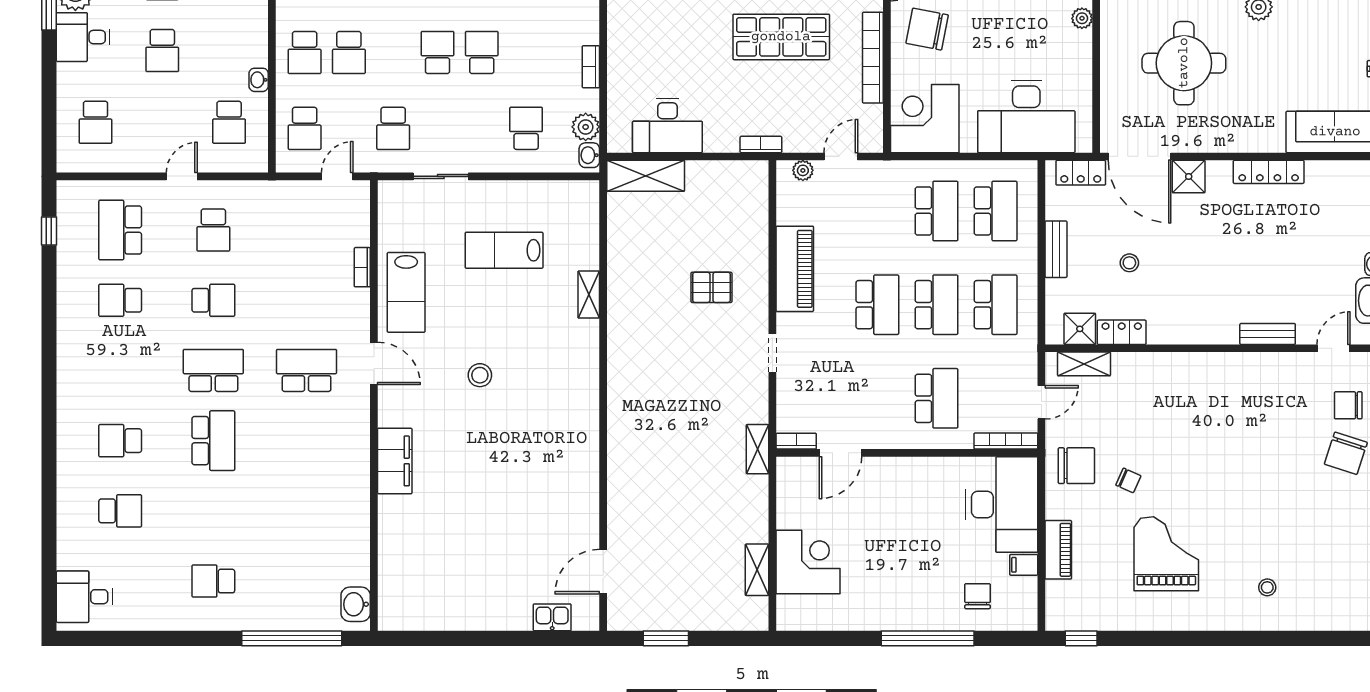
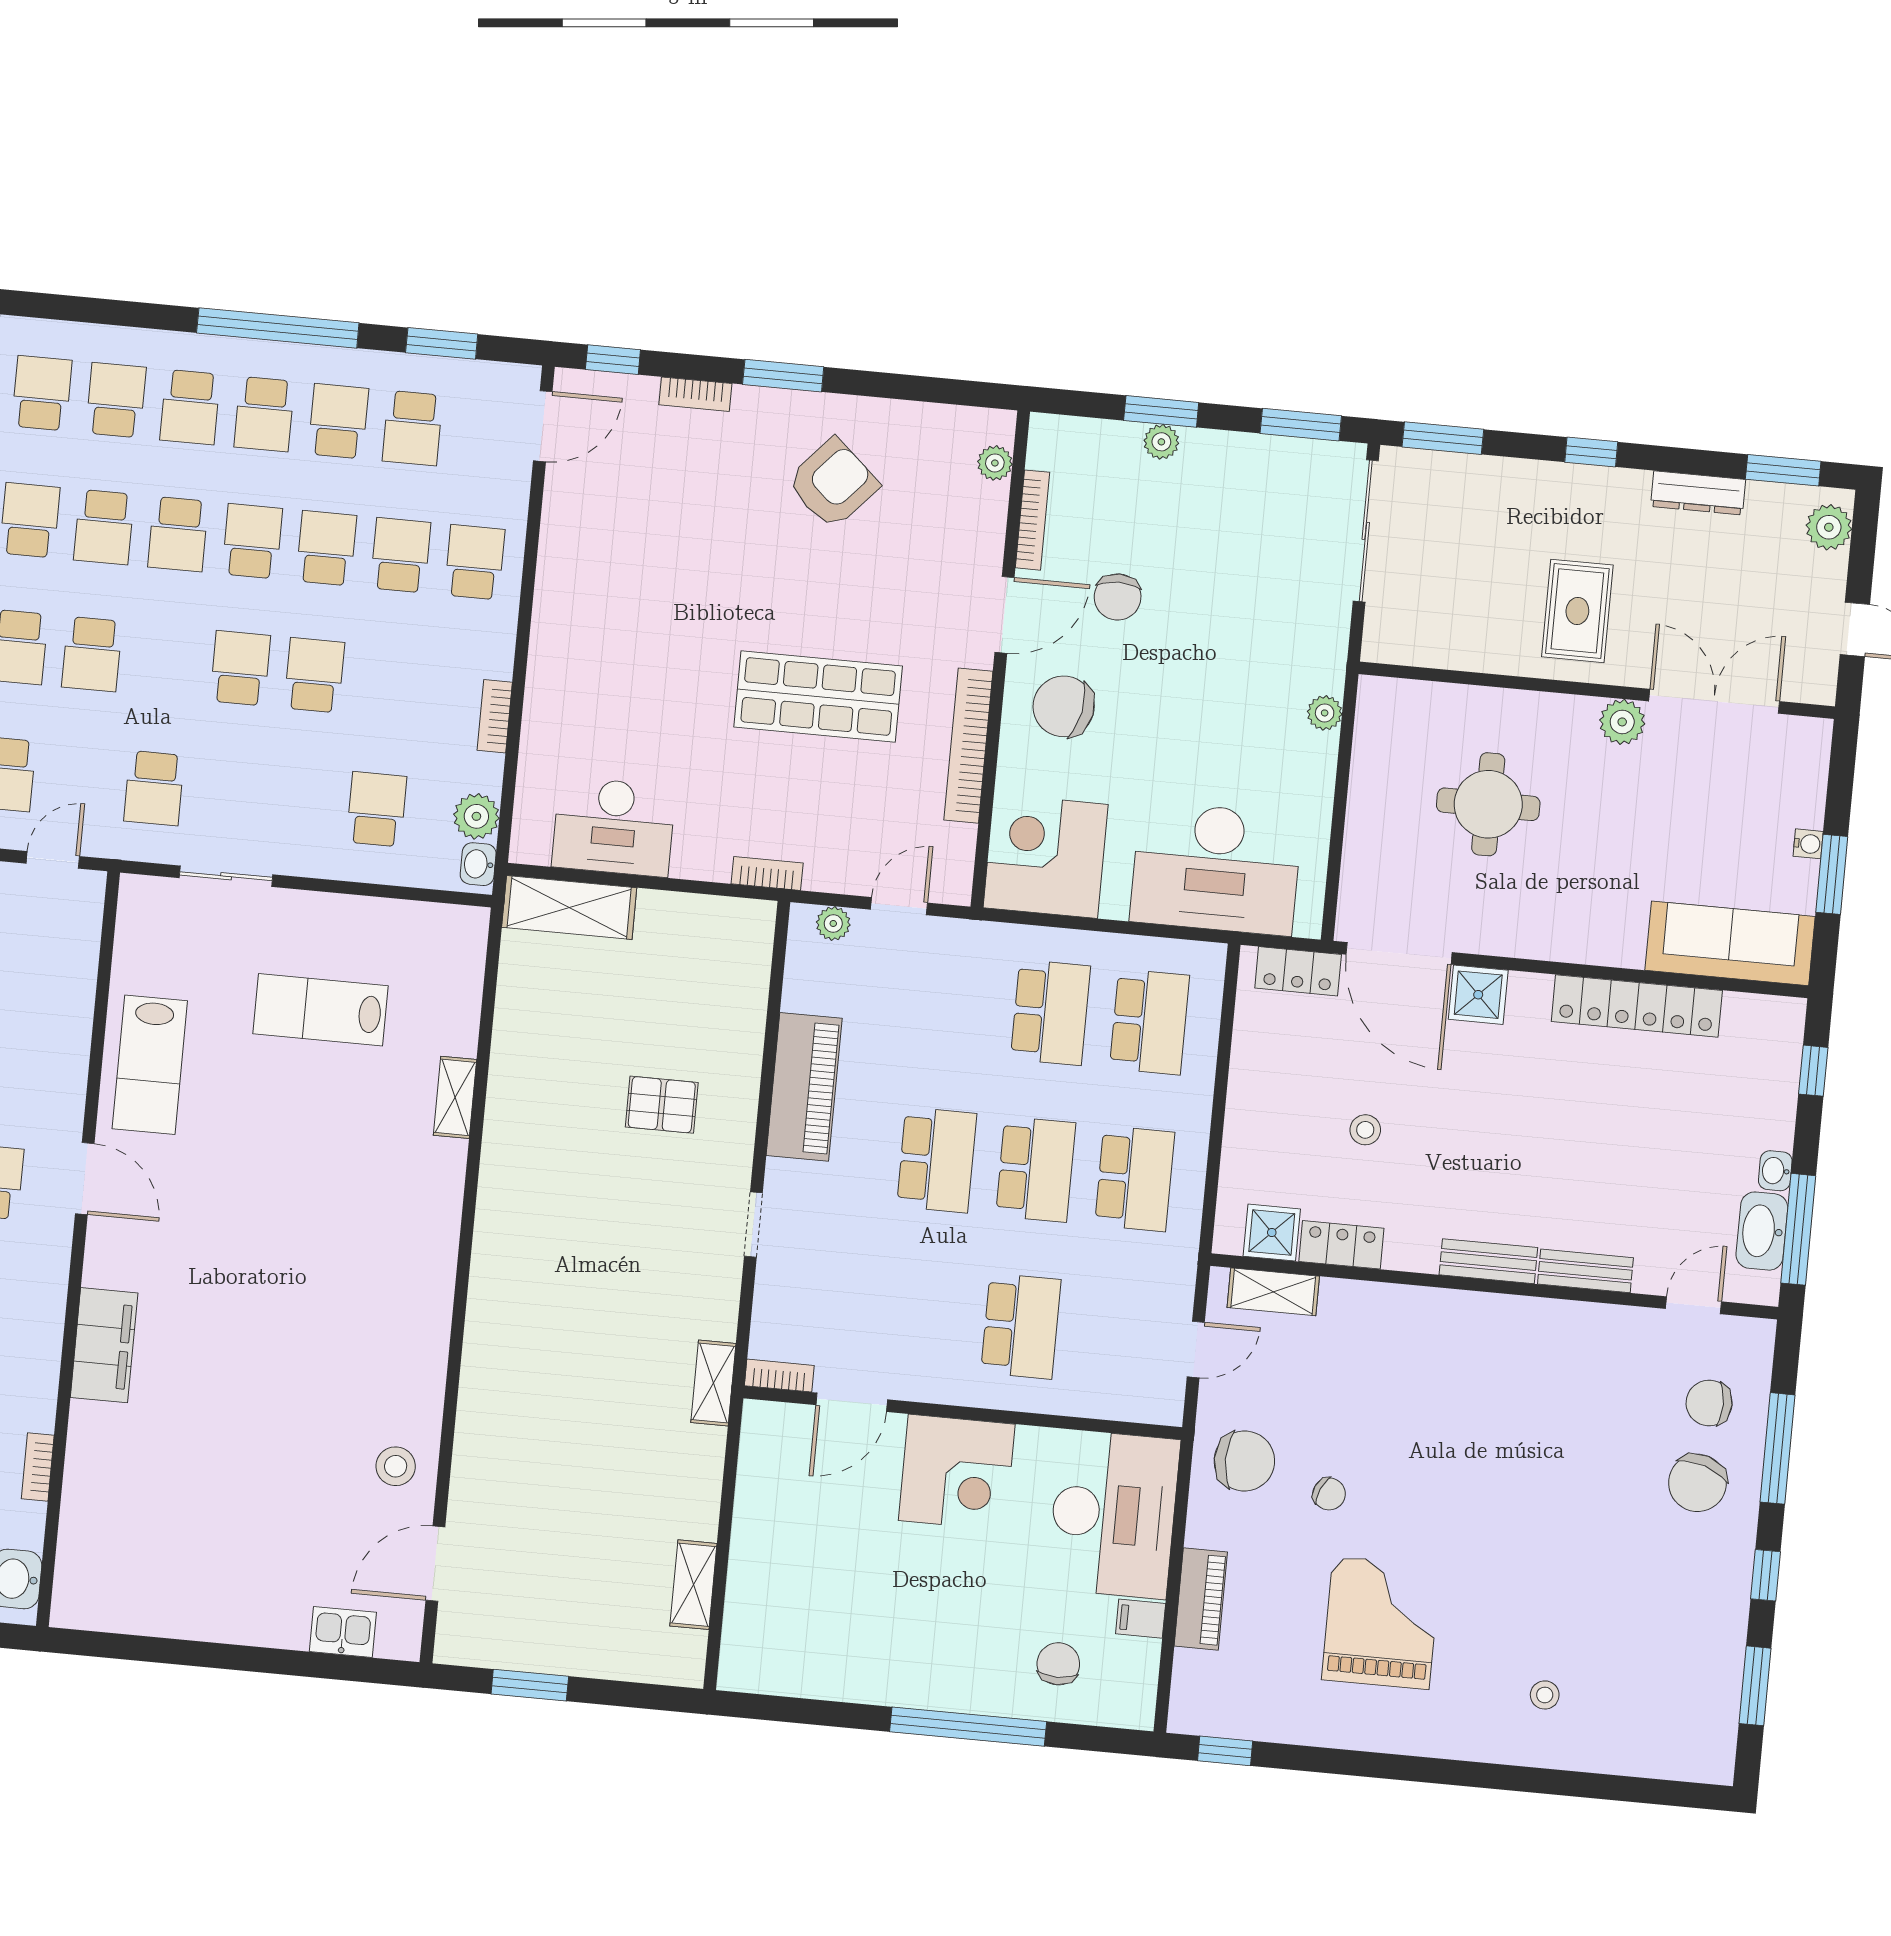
round table: (1184, 63) -> (1488, 804), width x0.73, depth x0.73
locker: (1269, 172) -> (1637, 1006), width x1.41, depth x1.21
bench: (1056, 249) -> (1488, 1261), moved, turned 90
bookcase: (362, 267) -> (38, 1467), moved
stool: (480, 375) -> (396, 1466), moved
bookcase: (1006, 441) -> (1130, 1409), removed
corner desk: (808, 562) -> (957, 1472), moved, turned 90

